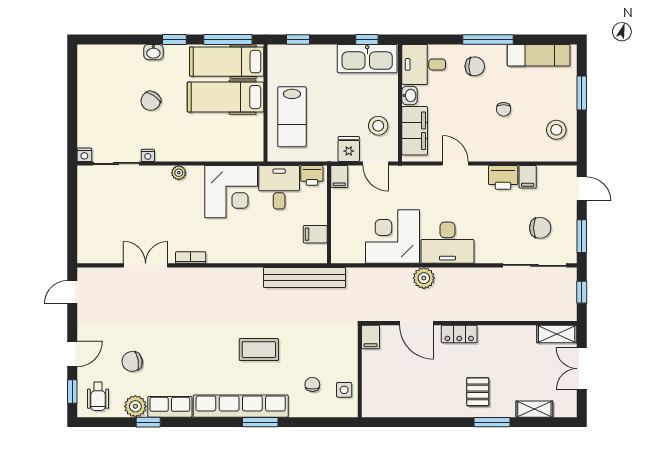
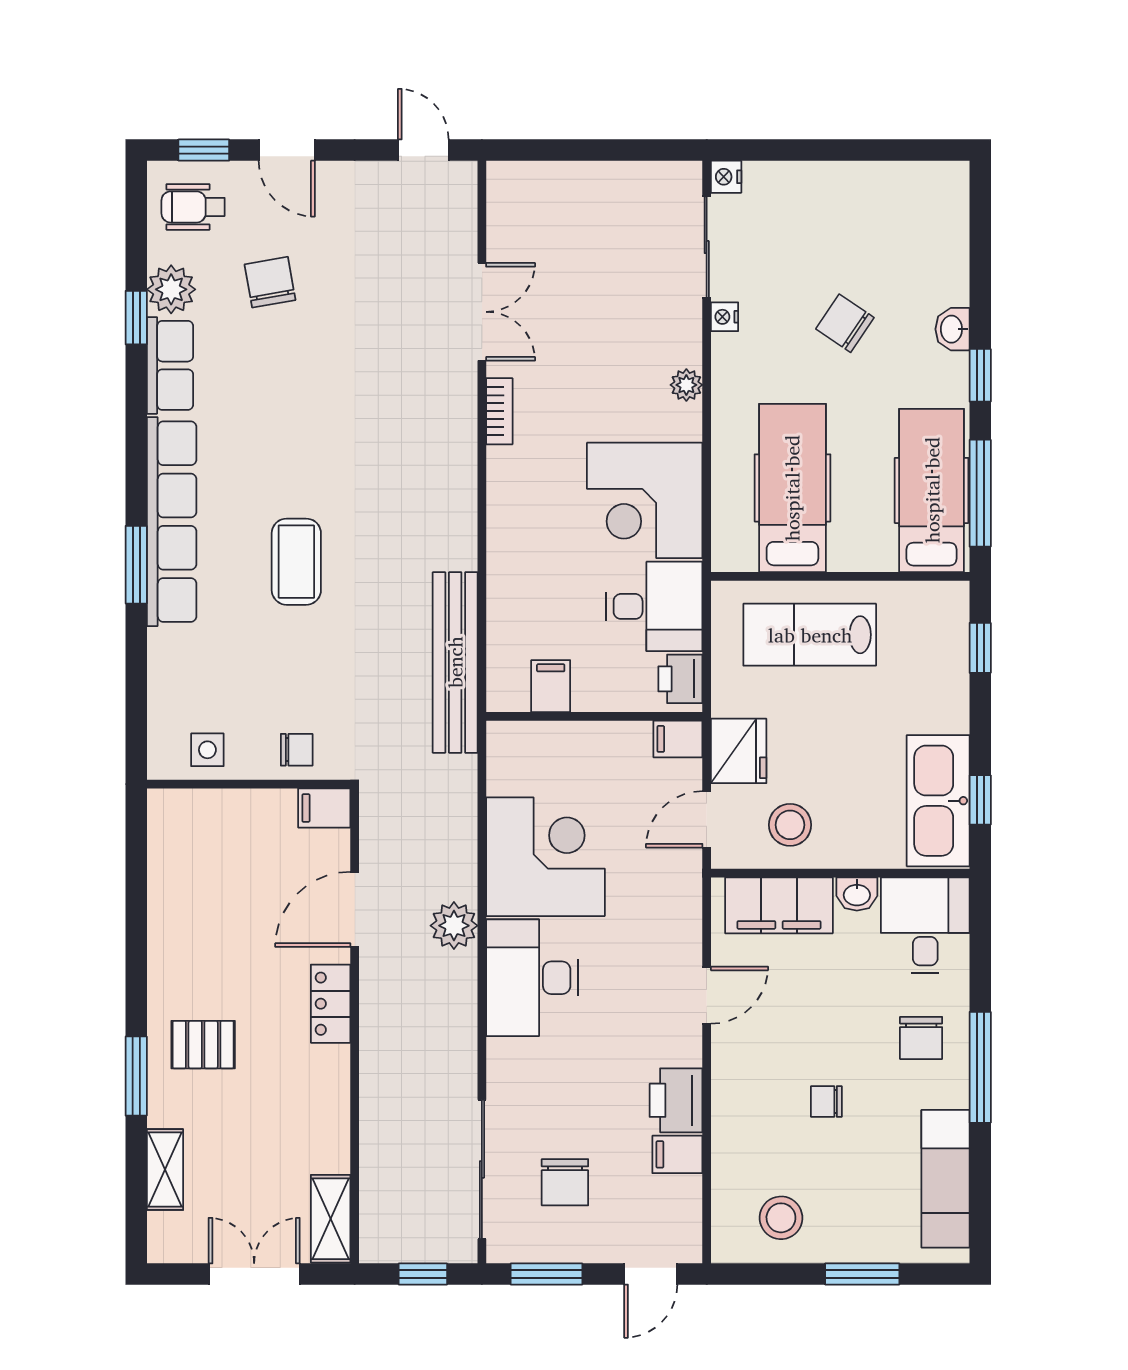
hospital bed: (225, 97) -> (792, 488), moved
fridge: (349, 149) -> (739, 751), width x1.38
chair: (312, 384) -> (297, 750), moved

